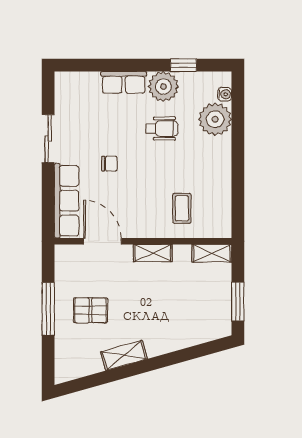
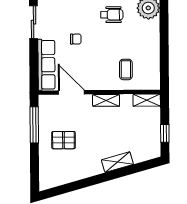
window: (238, 302) -> (165, 133), width x0.67
window: (48, 309) -> (34, 125), moved
shelving: (124, 355) -> (117, 162), moved

